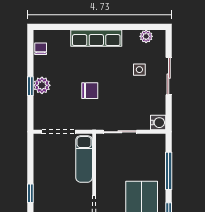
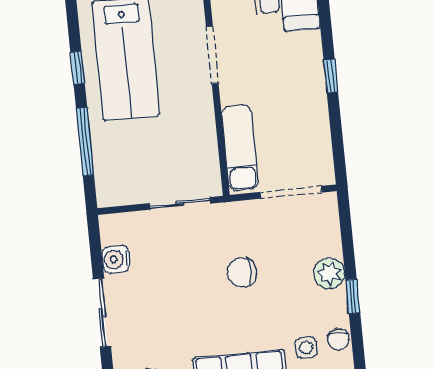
side table: (139, 70) -> (306, 347), moved
window: (30, 86) -> (353, 296), moved
water cooler: (158, 123) -> (116, 259), moved

